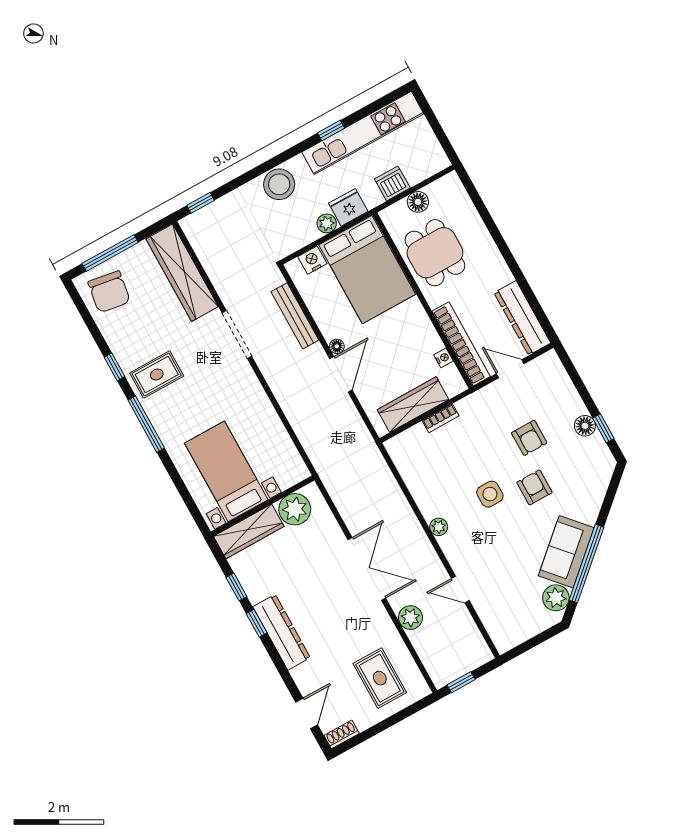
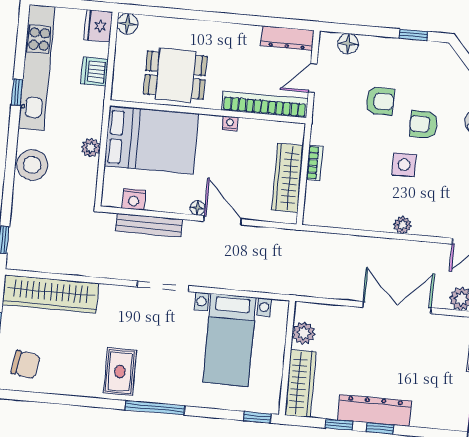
floor lamp: (418, 202) -> (127, 24), moved
fridge: (348, 207) -> (98, 26), moved
nightstand: (312, 260) -> (134, 199), moved, turned -90
chair: (109, 292) -> (26, 365), width x0.73, depth x0.73
dresser: (522, 318) -> (287, 38), width x0.73, depth x0.80
doorway: (237, 334) -> (163, 286), moved
nightstand: (443, 358) -> (230, 123), moved
window: (114, 367) -> (257, 417), moved
floor lamp: (585, 426) -> (348, 44), moved
bed with nightstands: (226, 471) -> (230, 340), moved, turned -90
plant: (295, 509) -> (304, 333), width x0.73, depth x0.73
dresser: (282, 632) -> (375, 411), moved

